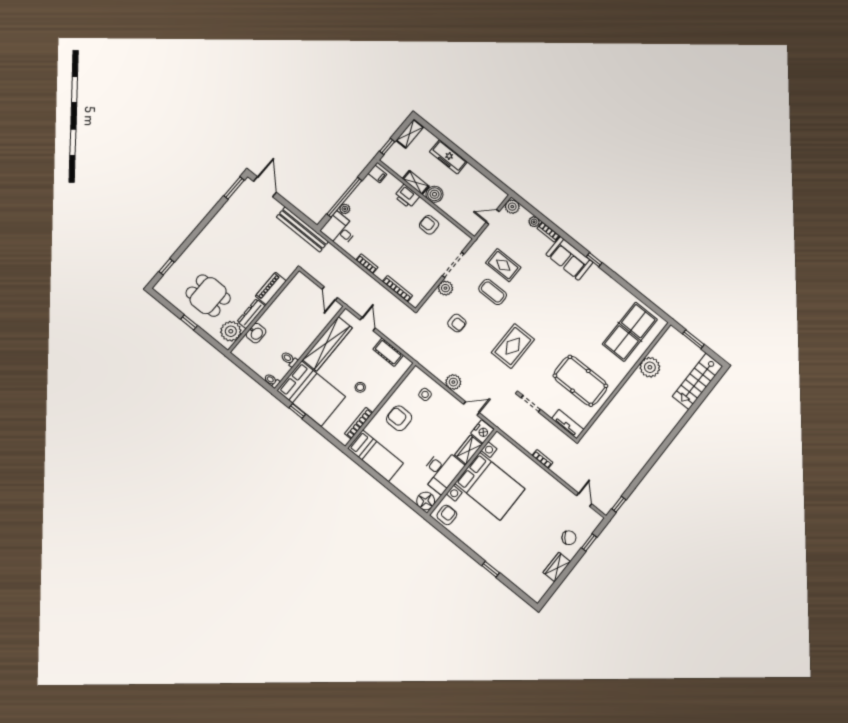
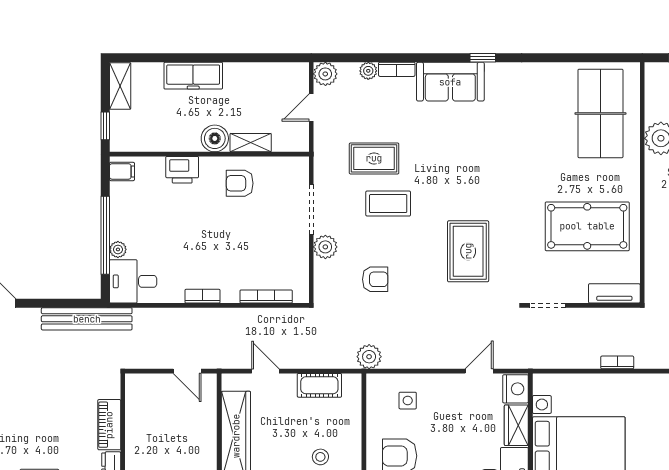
shelving: (416, 182) -> (251, 143), moved
plant: (453, 382) -> (369, 357), moved

